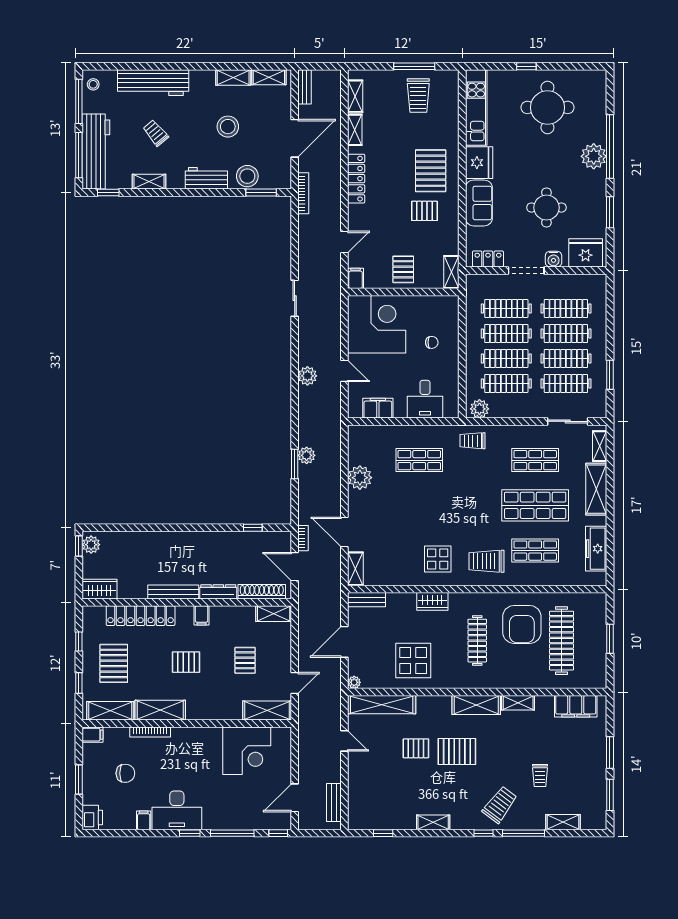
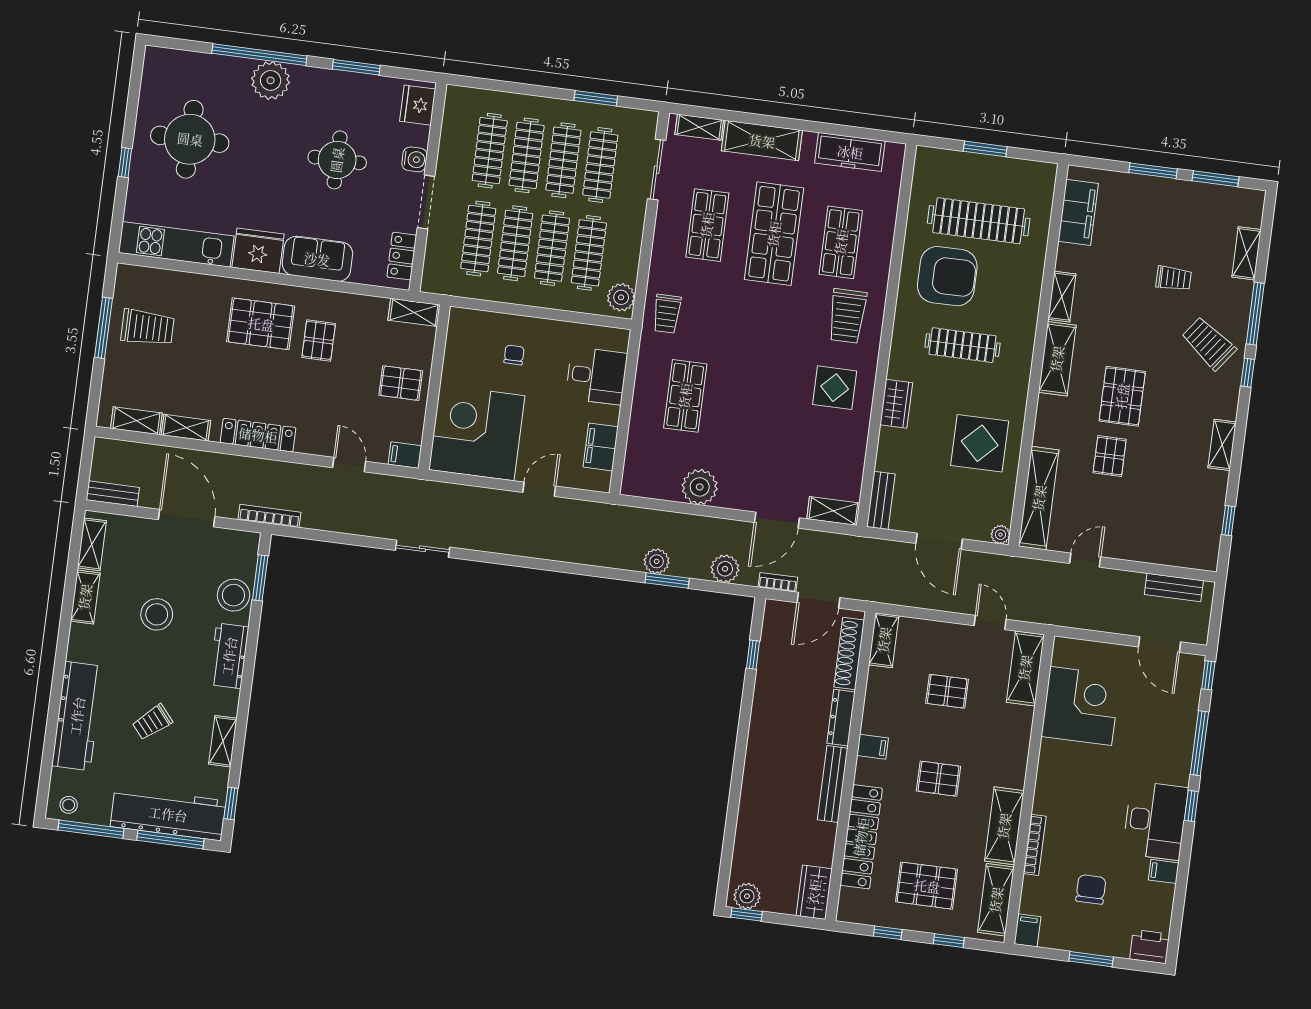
fridge: (586, 253) -> (418, 105), width x0.73, depth x0.75
plant: (307, 376) -> (725, 569), moved
pallet: (186, 662) -> (938, 779), turned 90

